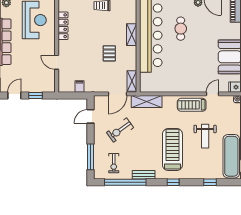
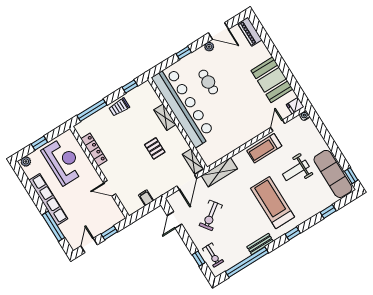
weight bench: (205, 136) -> (296, 170), turned 90
window: (91, 157) -> (199, 259), width x0.46
exercise bike: (114, 163) -> (213, 255), moved

